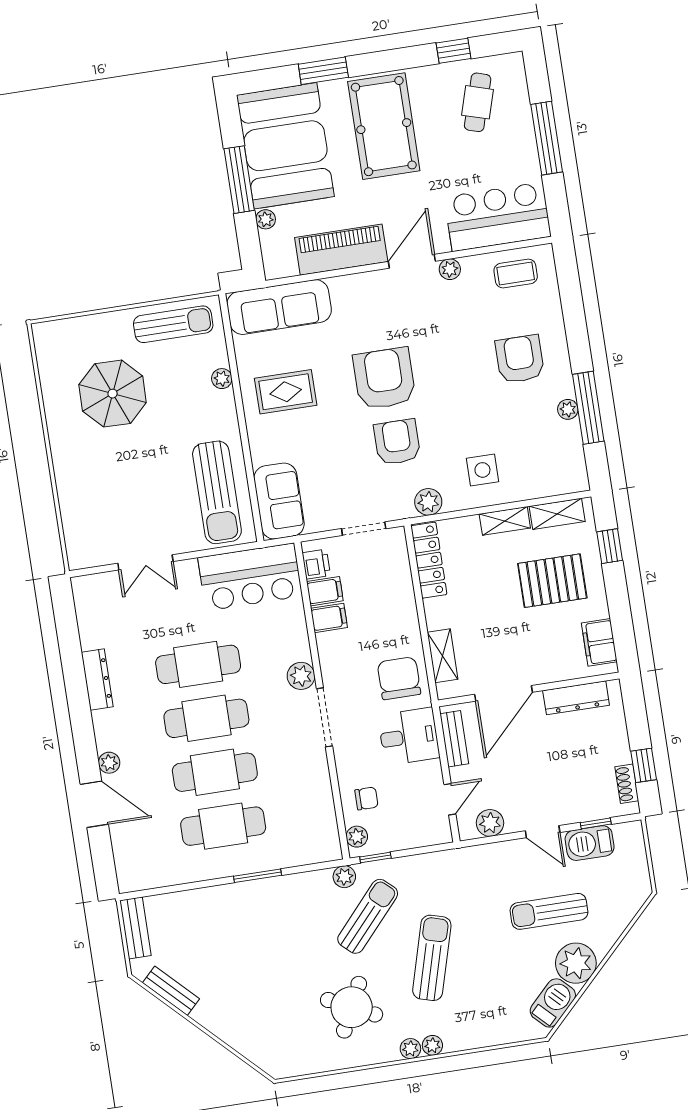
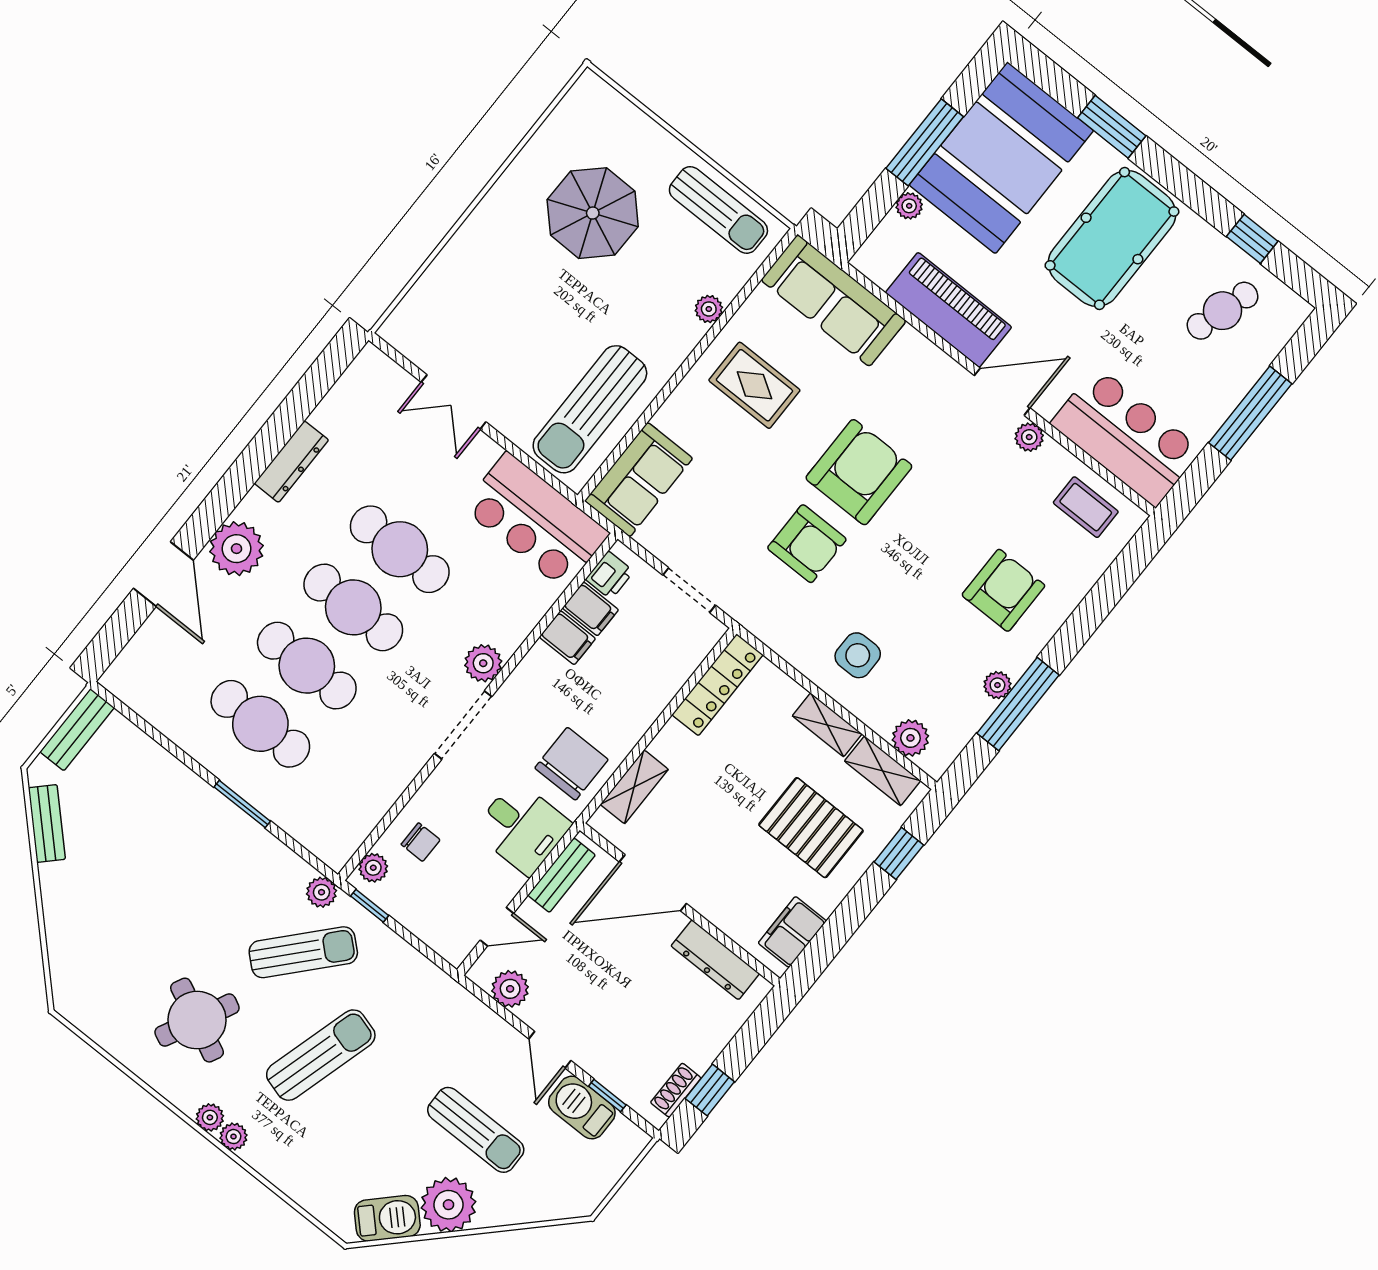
armchair: (397, 442) -> (807, 544), turned 90
plant: (428, 502) -> (910, 738), moved
plant: (109, 763) -> (237, 549), width x1.88, depth x1.88
sun lounger: (549, 911) -> (476, 1130), turned 180

